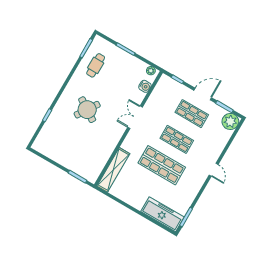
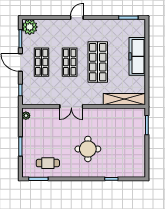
water cooler: (145, 86) -> (42, 113), removed
round table: (87, 110) -> (88, 149), turned -33
freezer: (162, 214) -> (137, 56), moved

